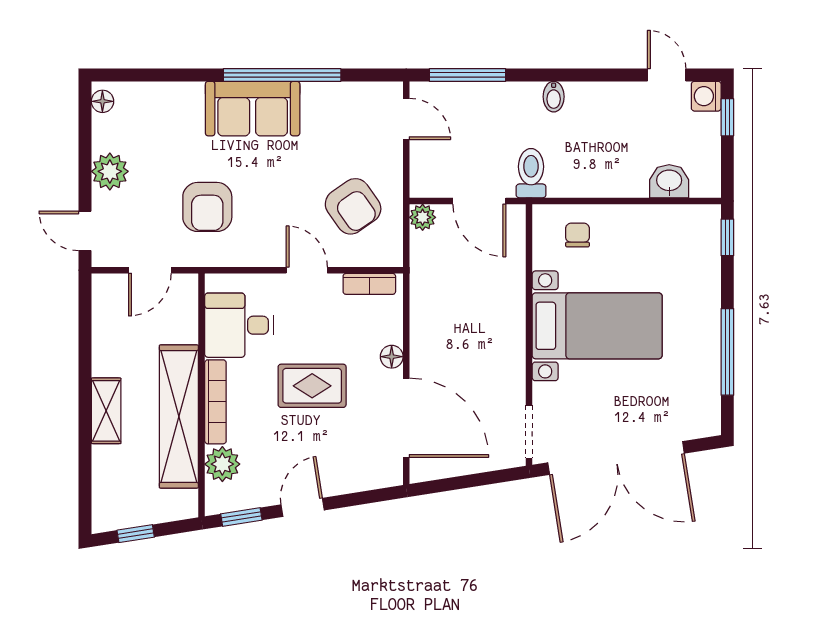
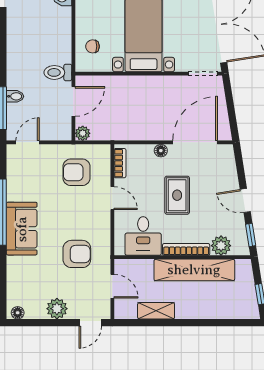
bidet: (554, 97) -> (15, 96), moved
armchair: (353, 206) -> (76, 172), turned -145
door: (307, 270) -> (112, 198), swing flipped
shelving: (106, 411) -> (156, 311), moved

